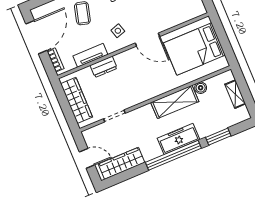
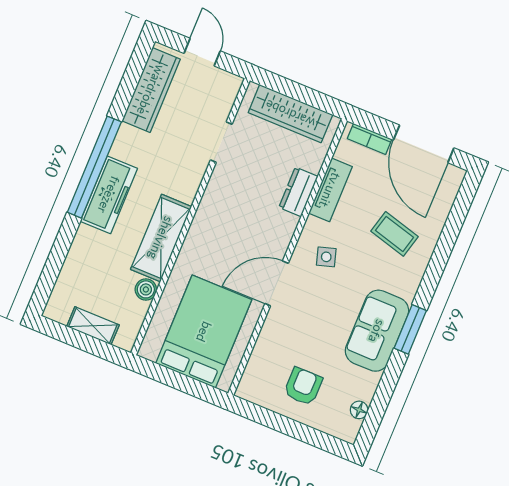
window: (218, 137) -> (60, 249), removed
door: (87, 158) -> (202, 52), swing flipped

